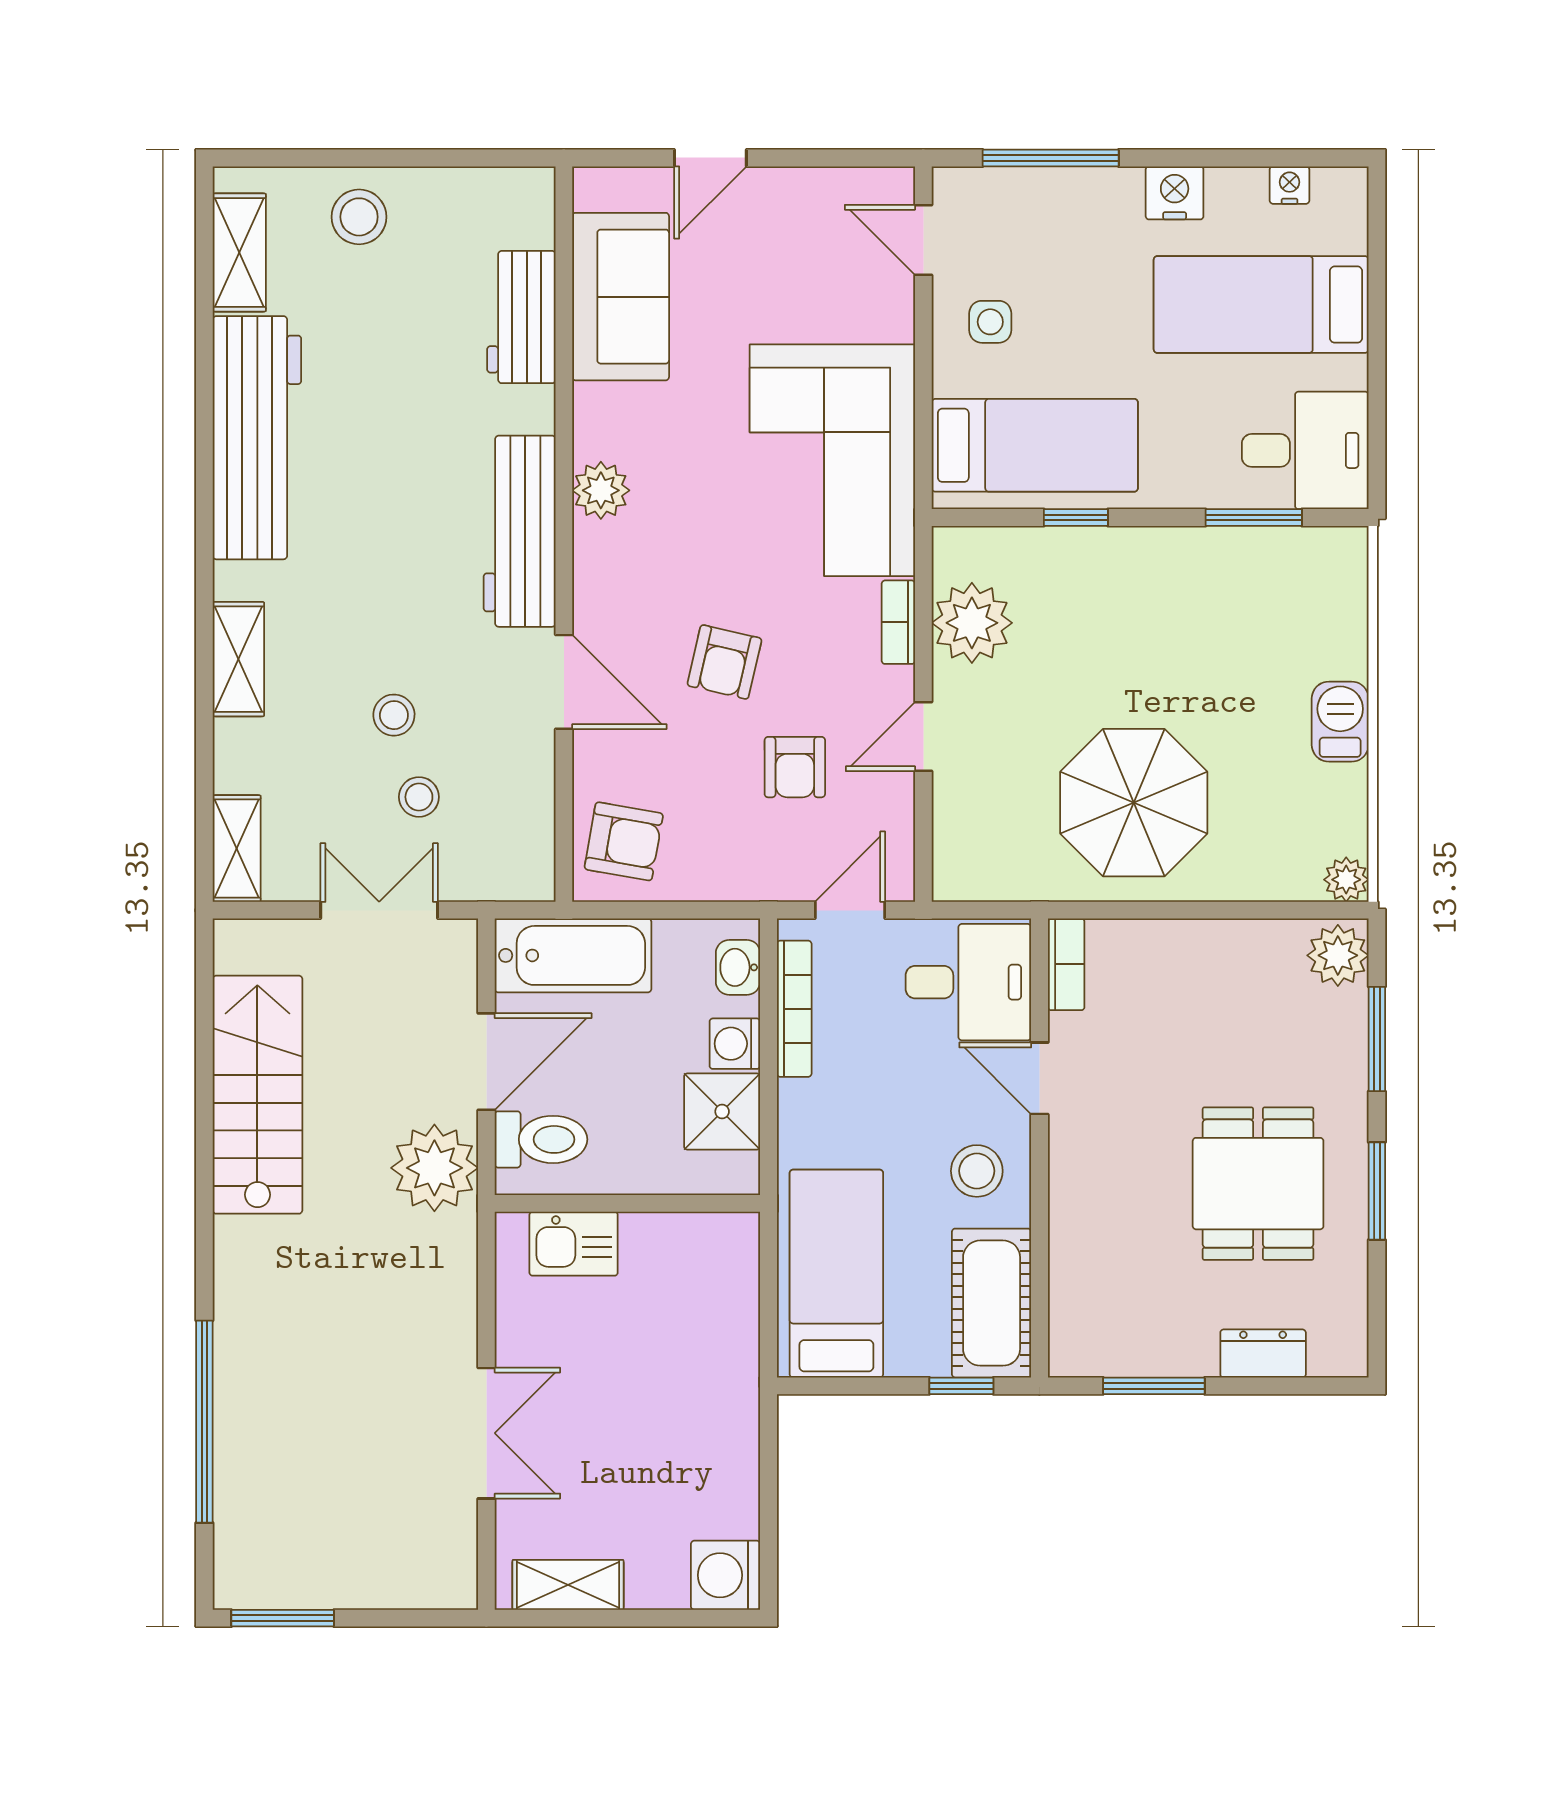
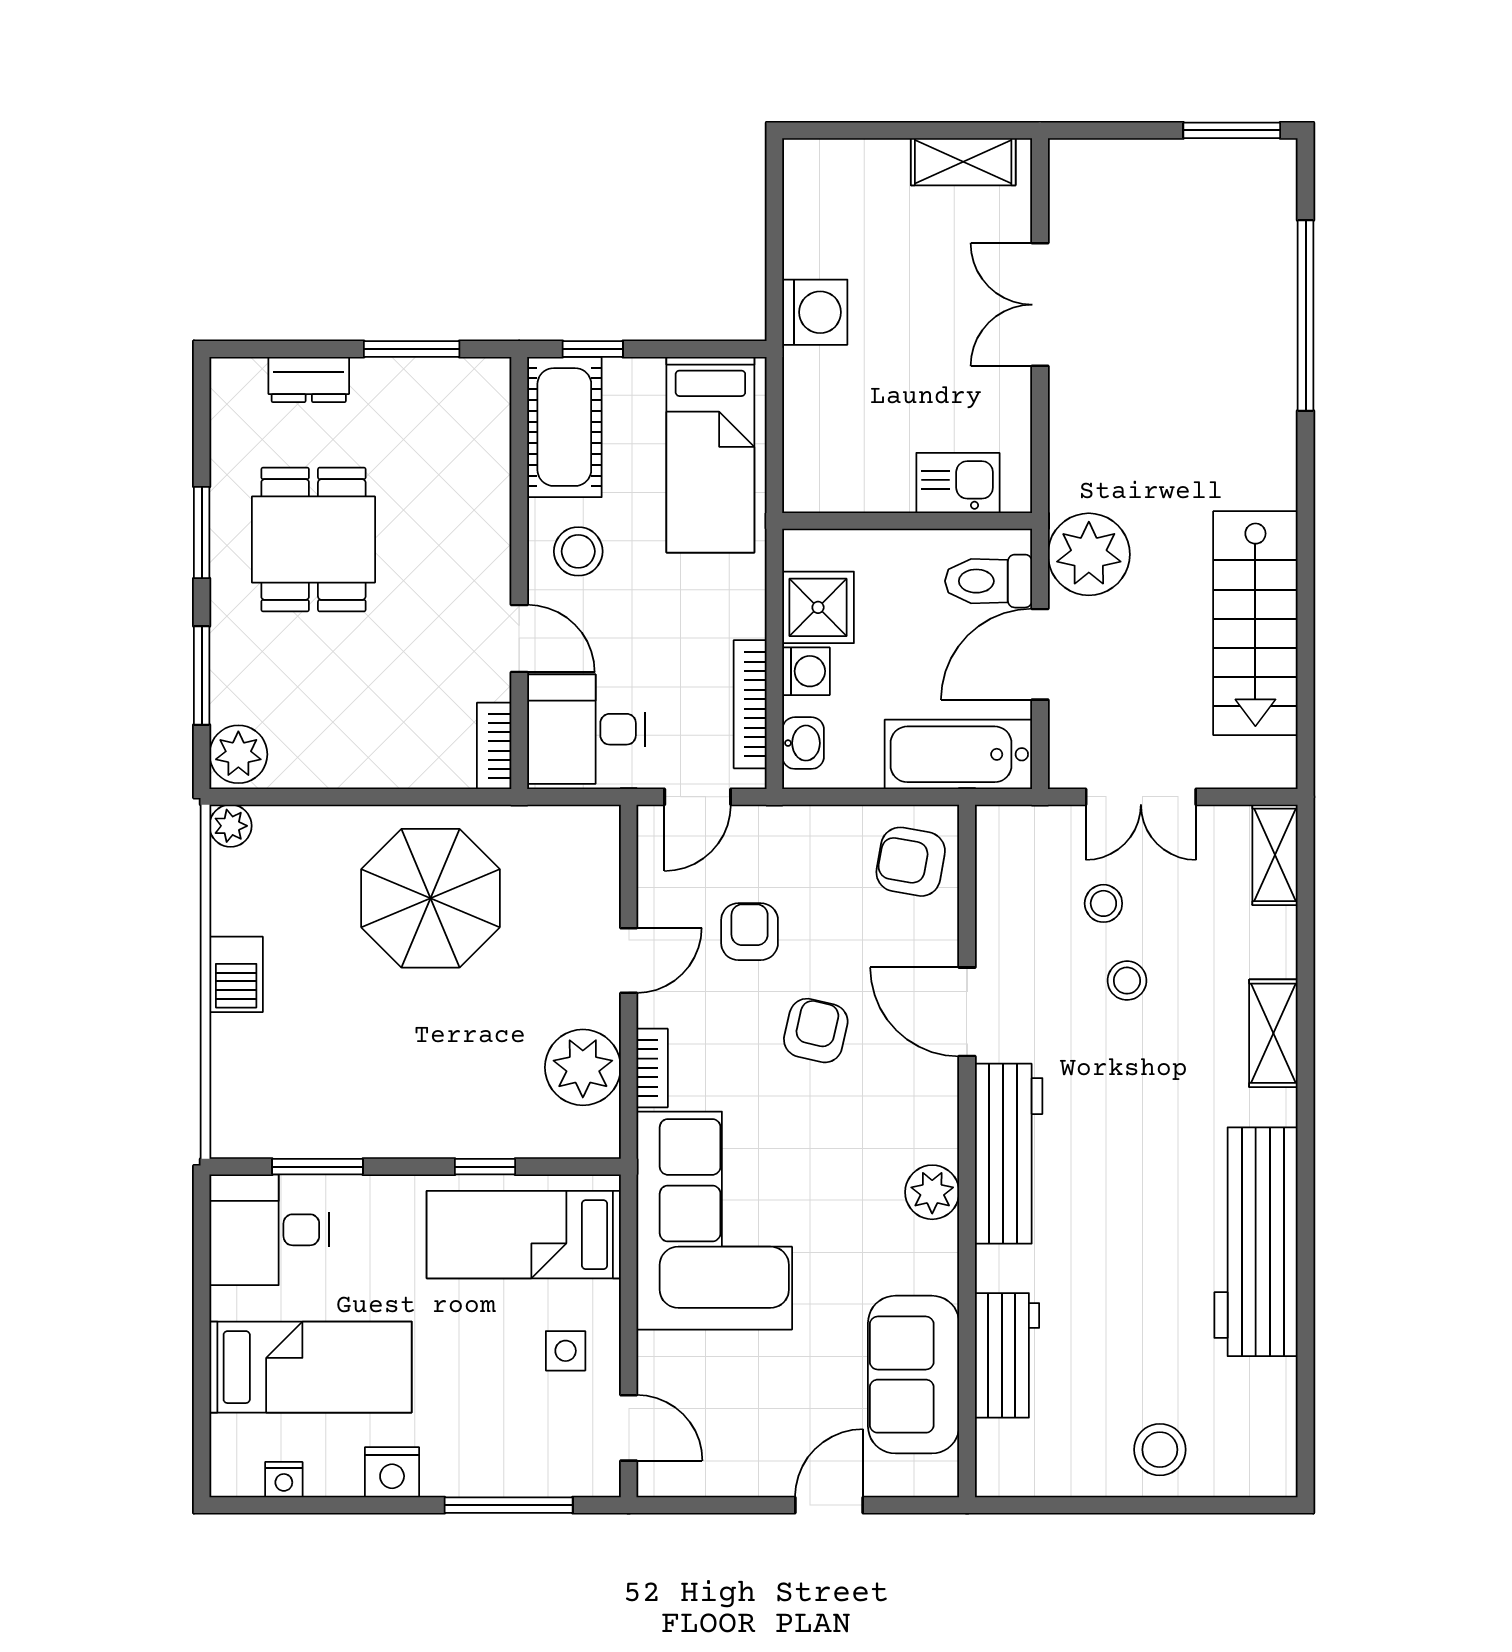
shelving: (239, 253) -> (1273, 1416), removed
washing machine: (726, 1575) -> (815, 312), moved

